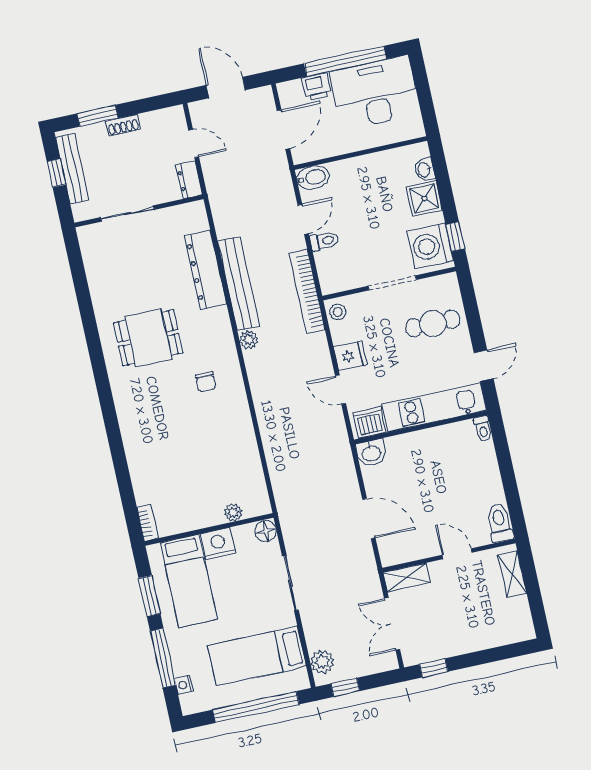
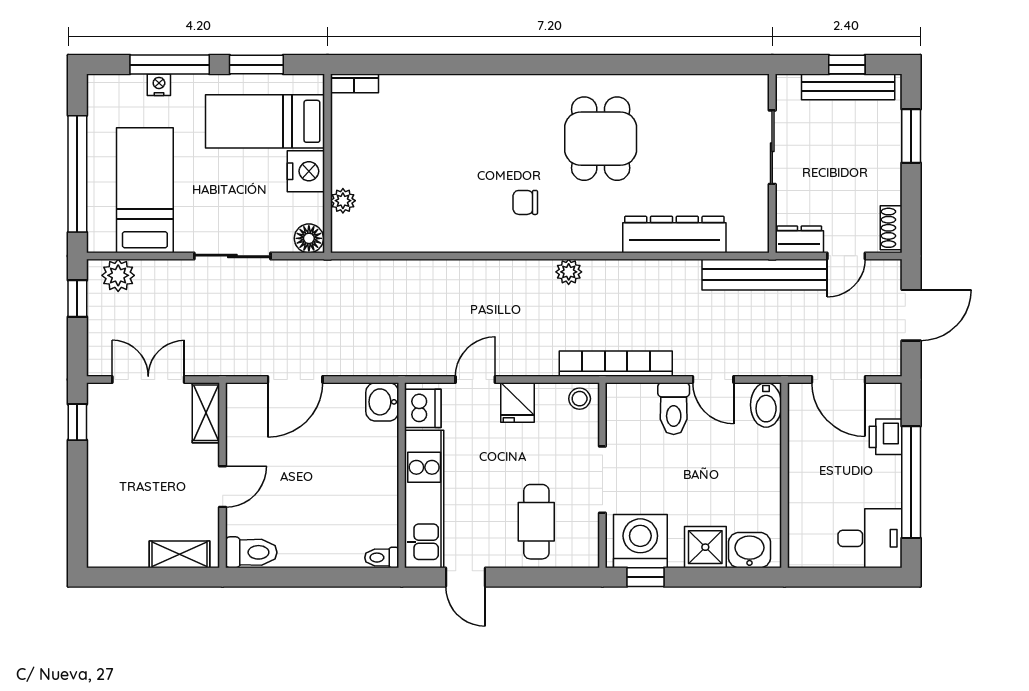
desk: (375, 93) -> (870, 538), width x0.53, depth x0.77
shoe rack: (123, 125) -> (891, 228), moved
washbasin: (424, 170) -> (750, 550), width x1.38, depth x1.45
toilet: (324, 241) -> (674, 409), width x1.37, depth x1.39
bench: (238, 284) -> (765, 275), moved
nightstand: (184, 685) -> (159, 85), moved

